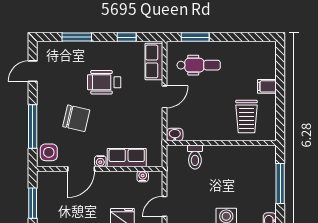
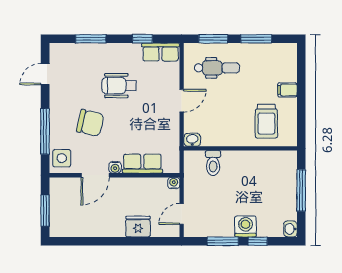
window: (237, 37) -> (256, 39), added
row of seats: (154, 61) -> (161, 52), moved, turned -90
water cooler: (143, 176) -> (174, 183), moved

